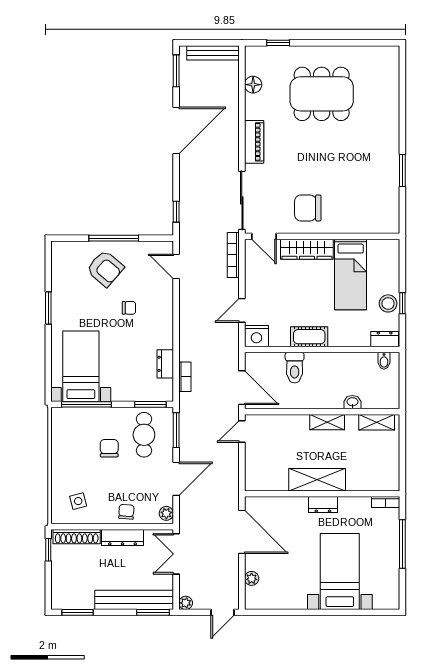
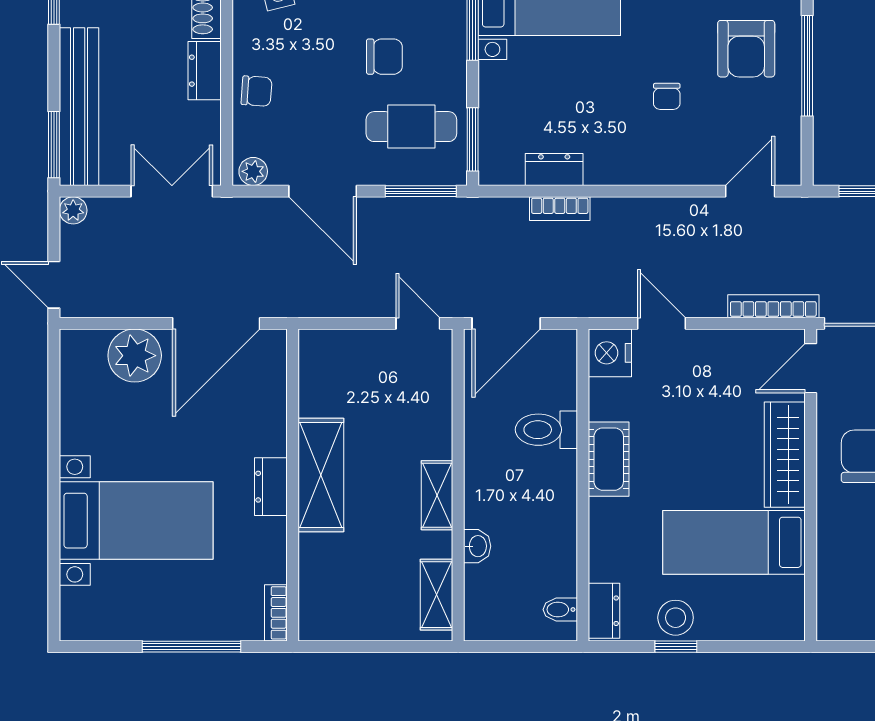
armchair: (105, 268) -> (746, 49), turned -41
bookcase: (185, 377) -> (560, 209), moved
dresser: (123, 538) -> (205, 71), width x0.70
plant: (252, 578) -> (135, 356), width x1.88, depth x1.88

